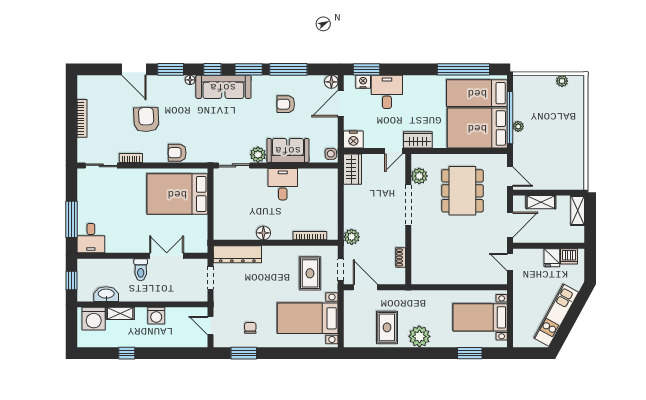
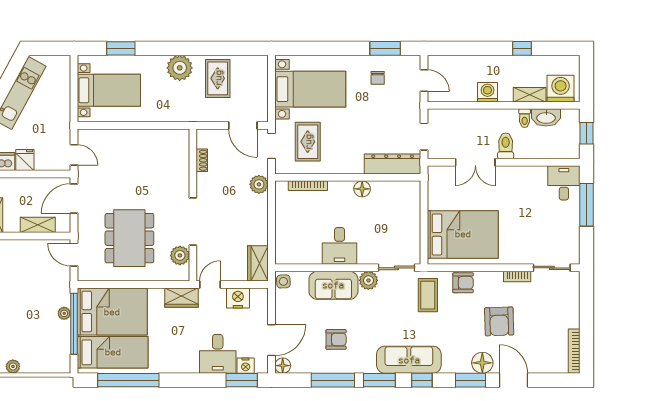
floor lamp: (190, 80) -> (482, 363), moved, width x1.89, depth x1.89
bookcase: (82, 118) -> (574, 351), moved
nightstand: (353, 140) -> (238, 298), moved
coffee table: (207, 142) -> (428, 295), added
toilet: (124, 293) -> (525, 118), added

